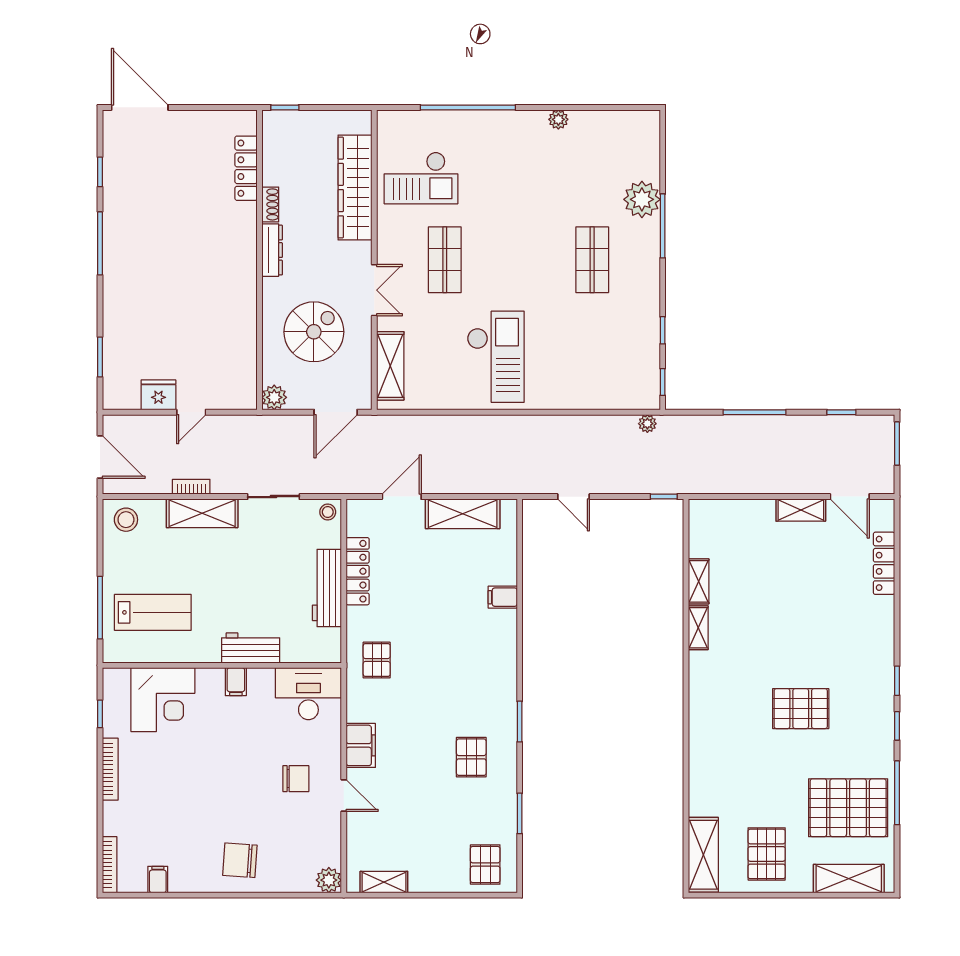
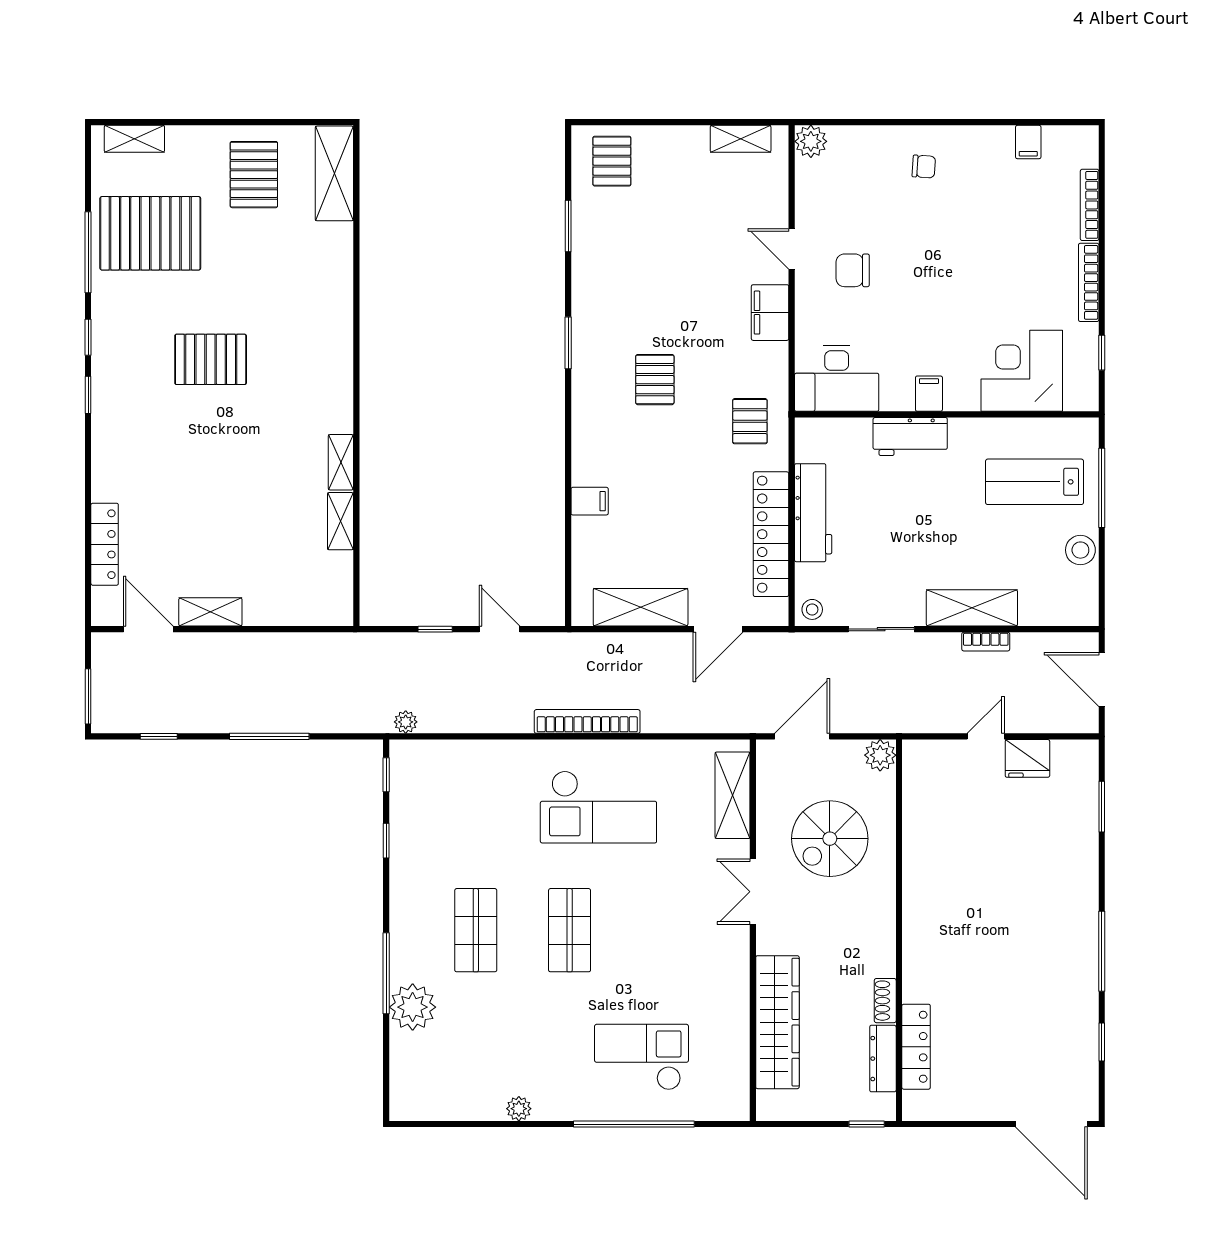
checkout: (421, 178) -> (642, 1057), moved
dresser: (272, 250) -> (883, 1059), moved
shop shelf: (445, 260) -> (570, 930), moved
checkout: (496, 357) -> (598, 807), turned -90
bookcase: (505, 424) -> (587, 721), added
window: (664, 497) -> (435, 629), moved
stool: (126, 520) -> (1080, 550), moved
locker: (358, 571) -> (771, 534), width x1.41, depth x1.21
pallet: (471, 757) -> (655, 380), moved
chair: (240, 860) -> (924, 167), width x0.54, depth x0.54
bookcase: (110, 865) -> (1090, 205), moved
shelving: (849, 879) -> (134, 139), width x0.67, depth x0.75

